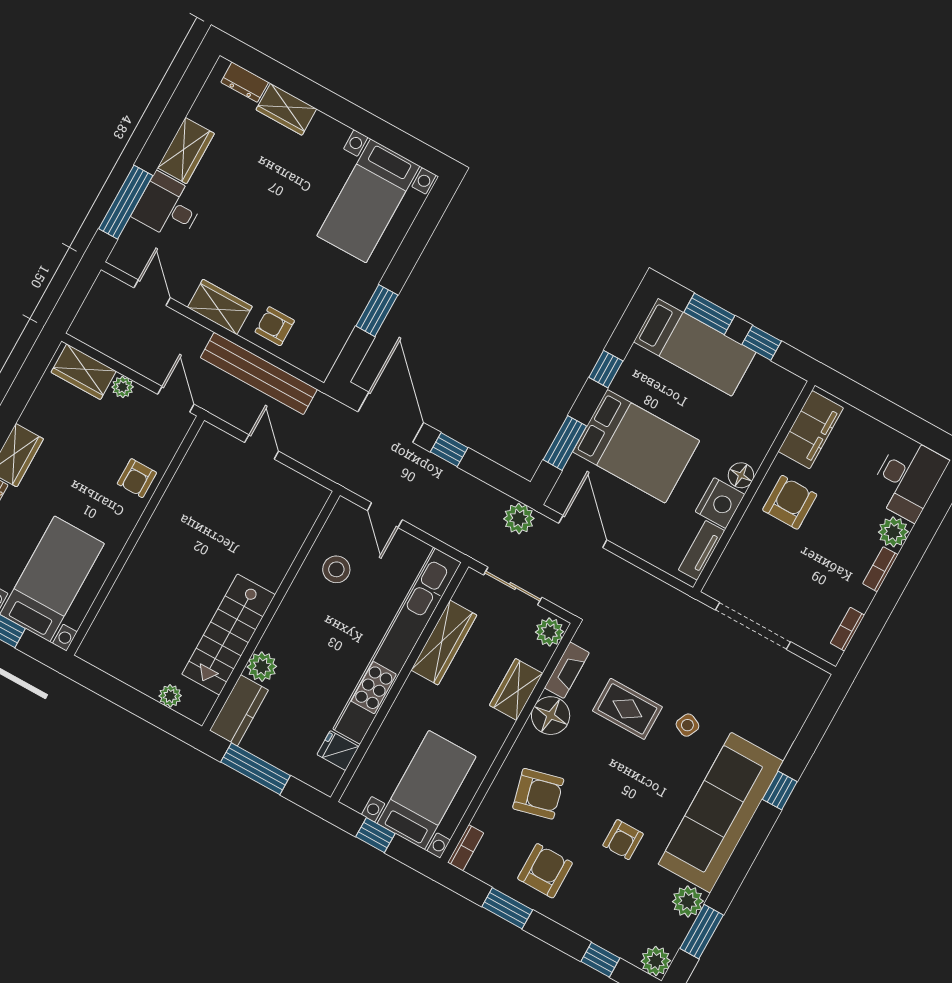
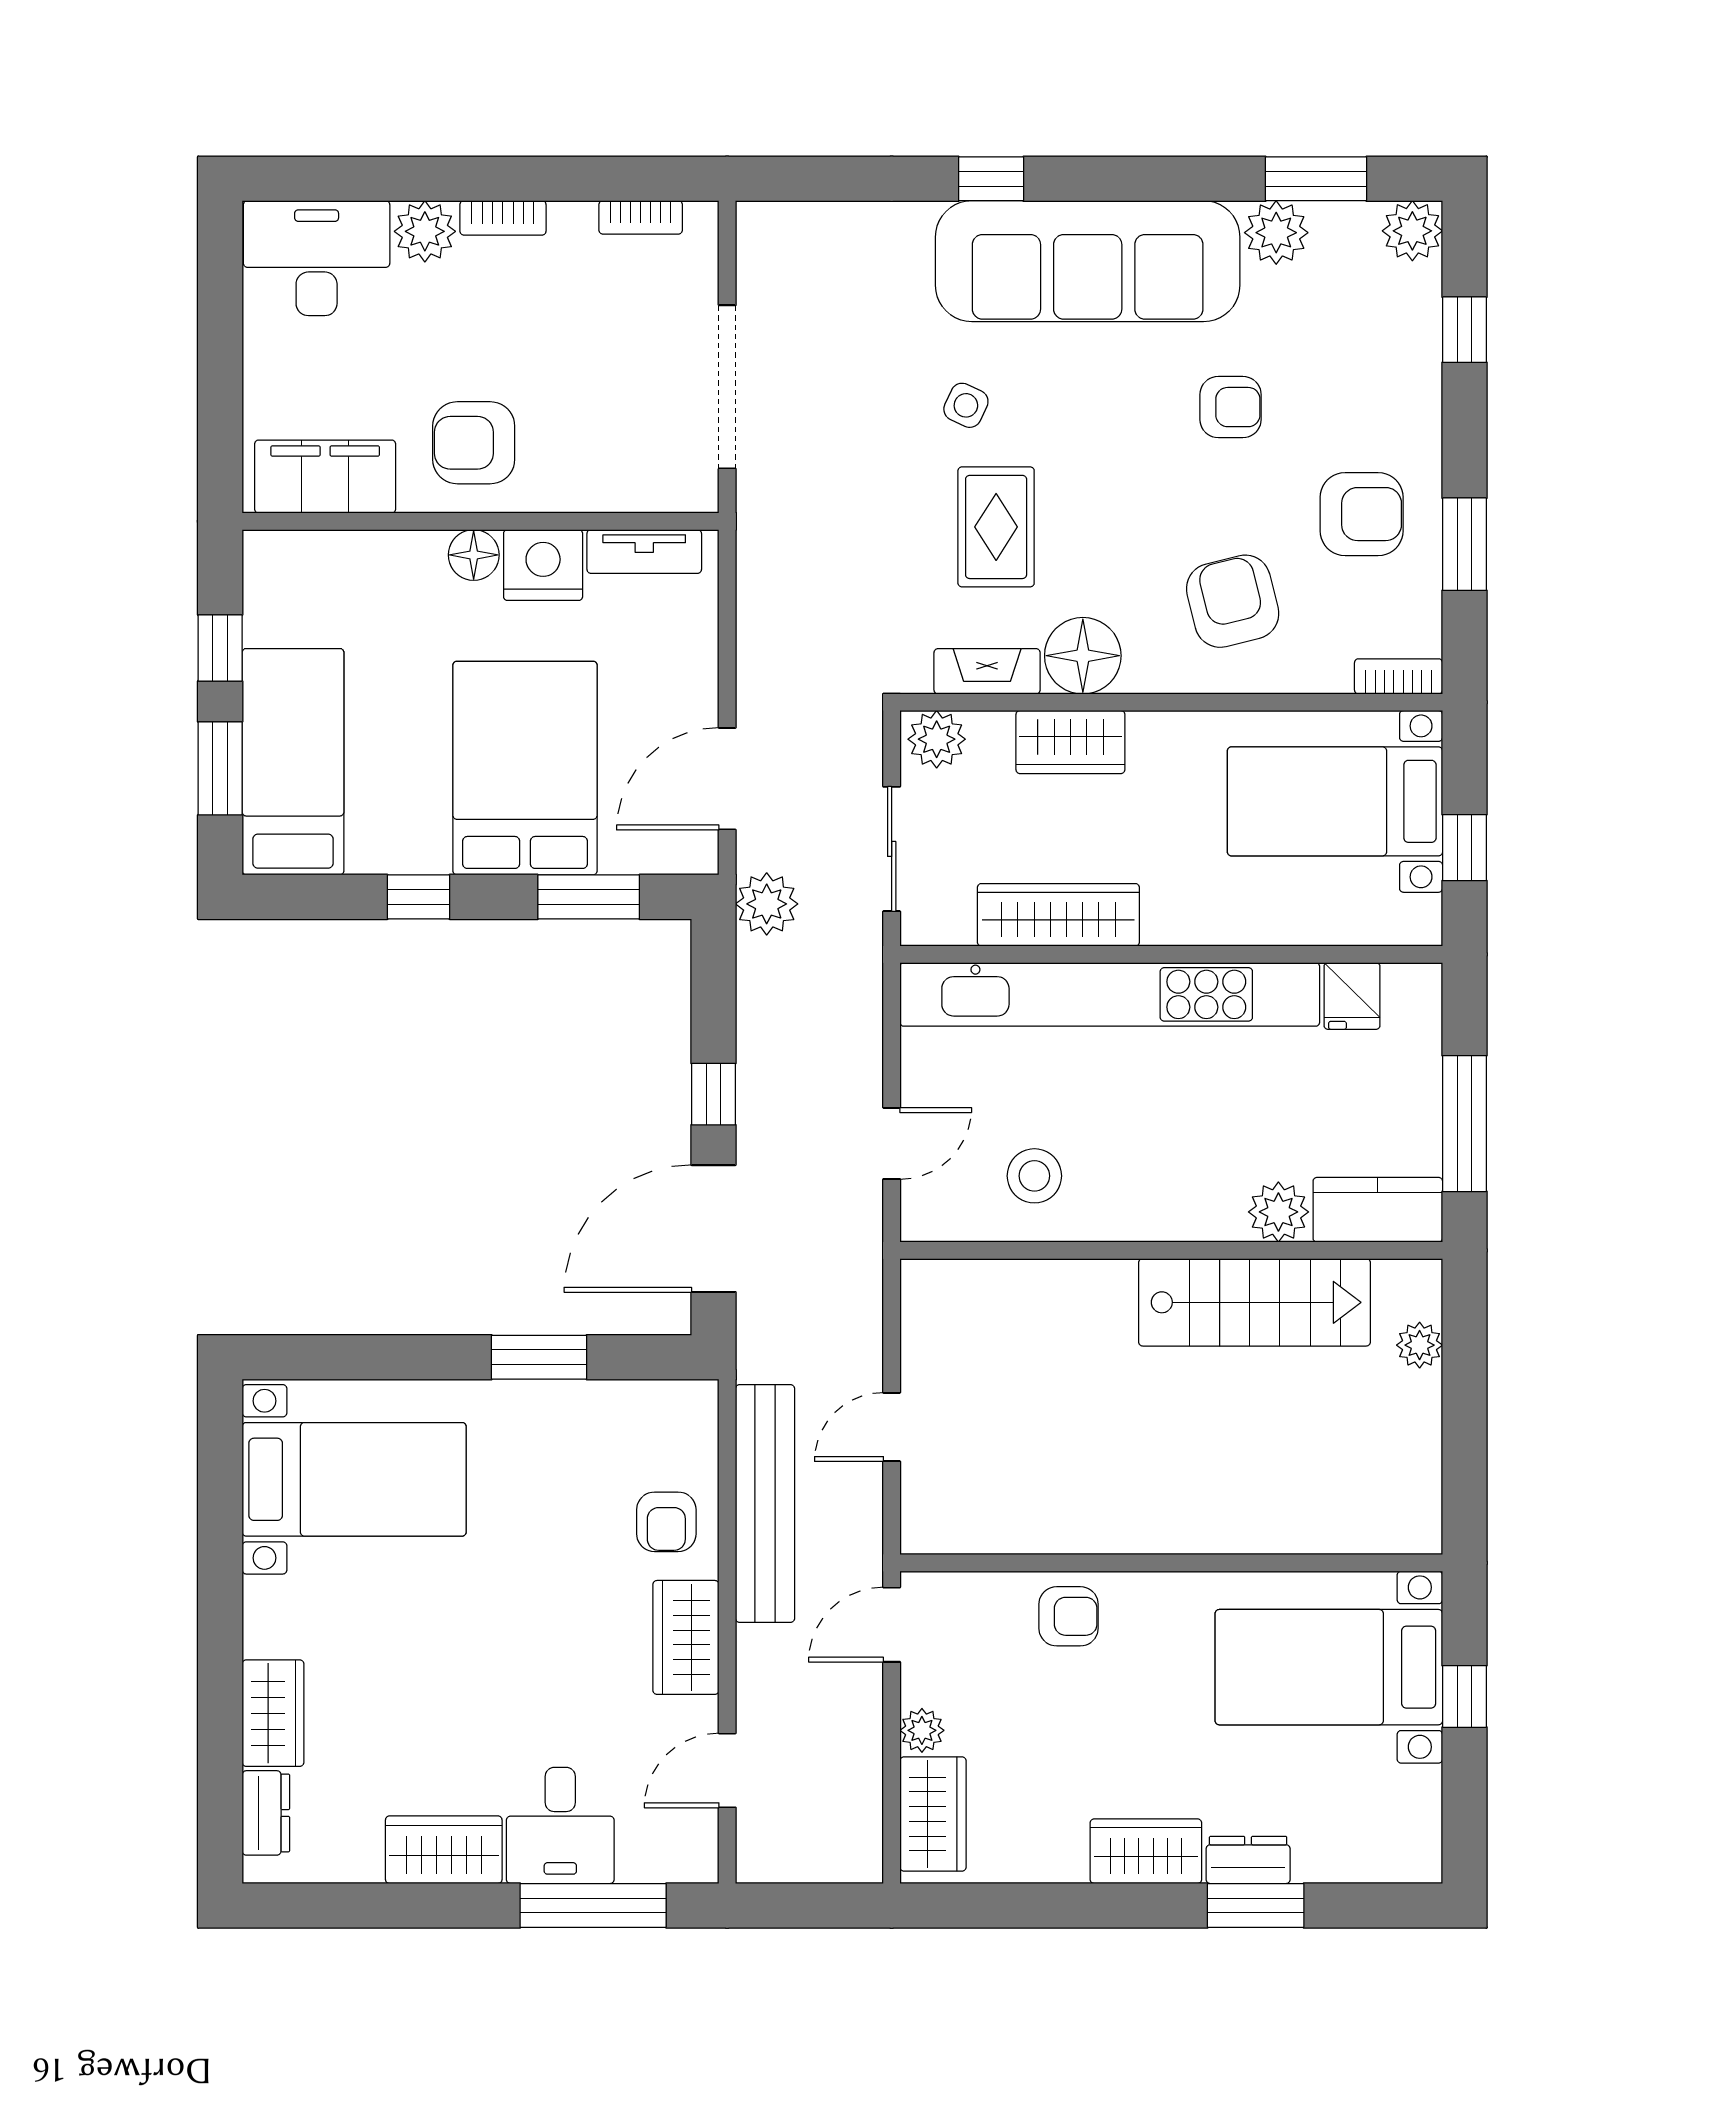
armchair: (545, 871) -> (1362, 514), turned 180

